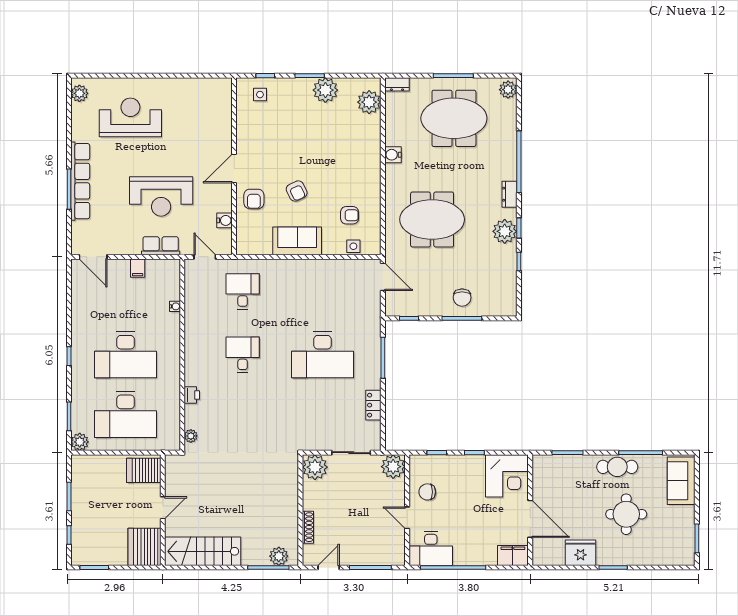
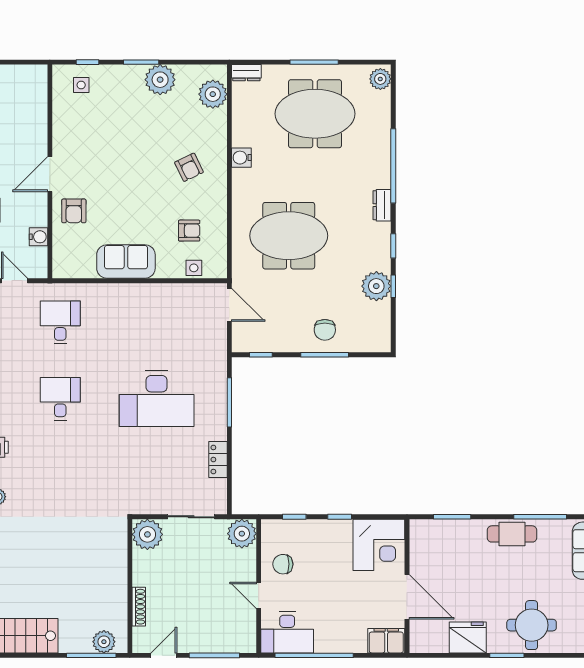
armchair: (297, 191) -> (189, 167), moved
plant: (505, 231) -> (376, 286), moved
round table: (626, 514) -> (532, 625), moved

